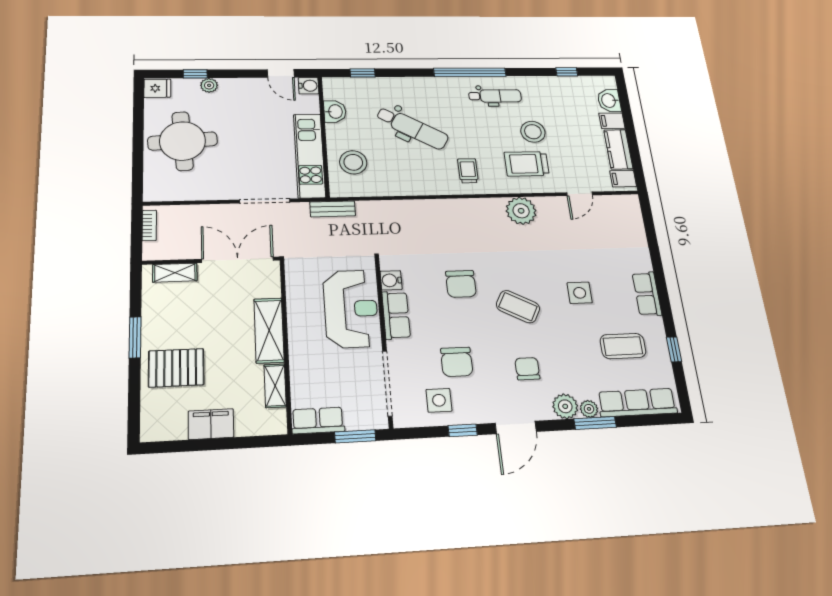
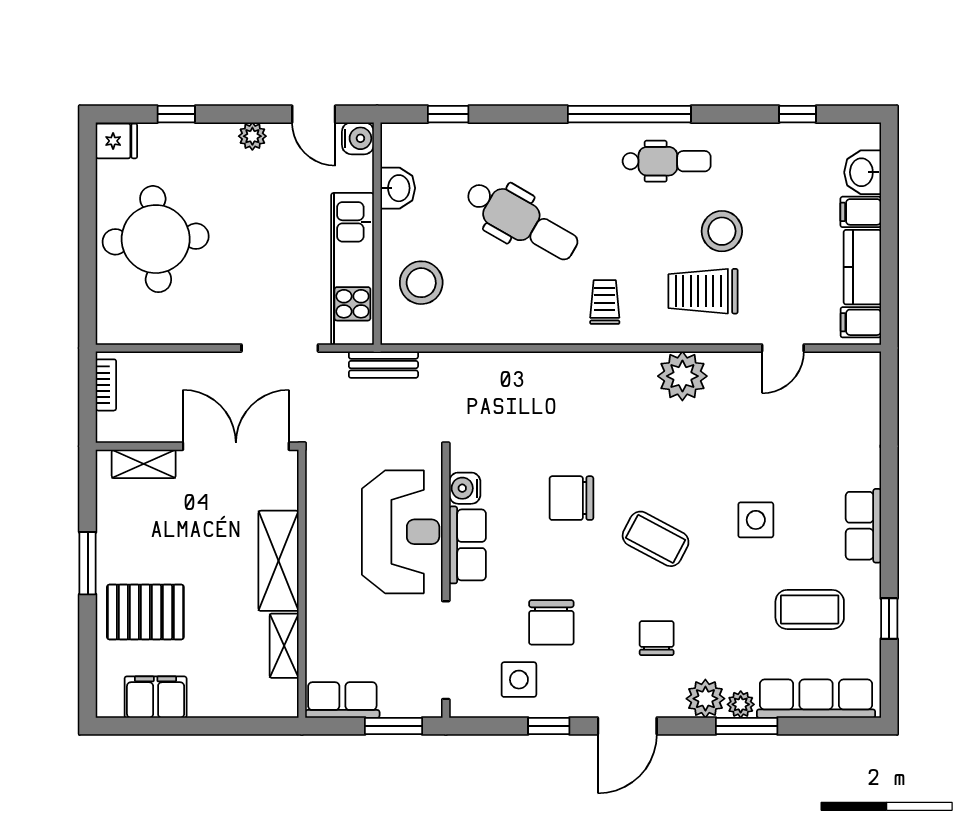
plant: (209, 85) -> (252, 136), moved
chair: (461, 284) -> (571, 498), turned 90
filing cabinet: (211, 424) -> (156, 697), moved

